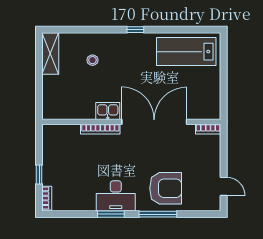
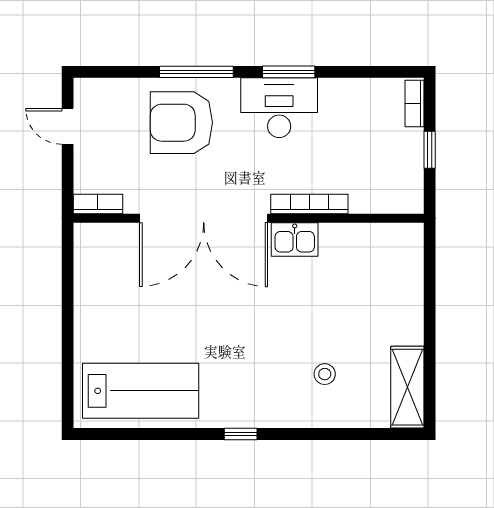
kitchen sink: (108, 111) -> (295, 239), moved
wall: (131, 122) -> (249, 218), moved
double door: (154, 122) -> (204, 218), moved
bookcase: (100, 129) -> (309, 204), moved
bookcase: (208, 129) -> (98, 204), moved

